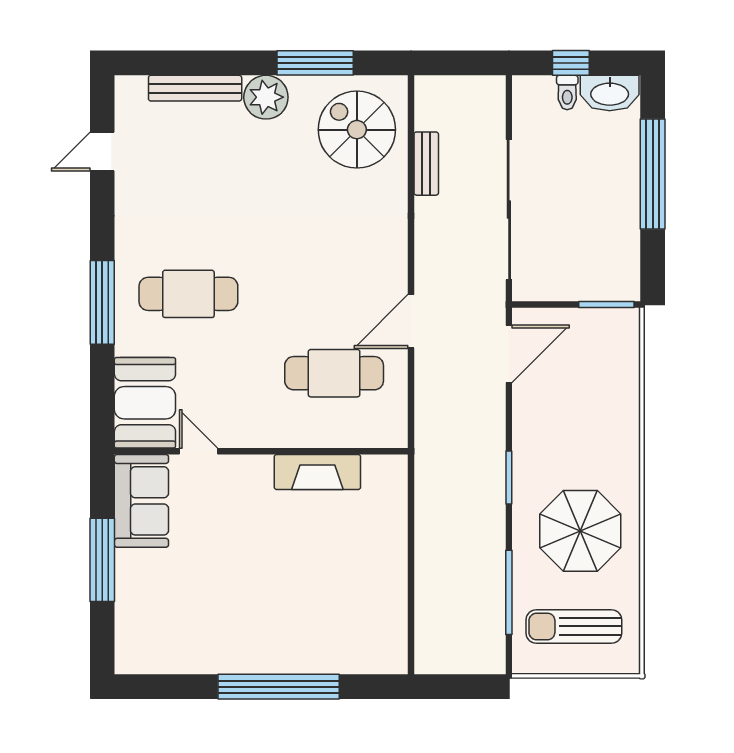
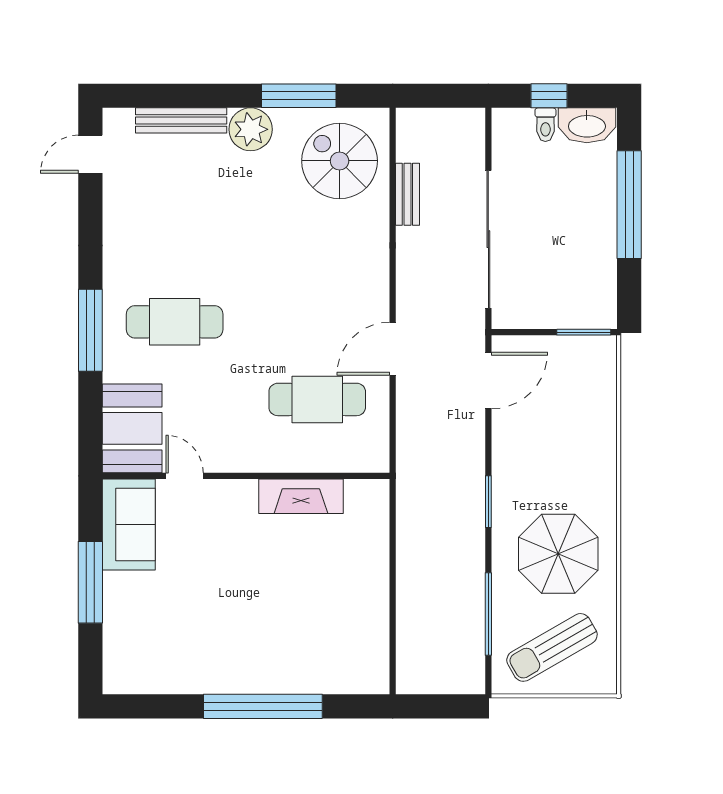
door: (102, 151) -> (90, 154), moved
sun lounger: (574, 626) -> (552, 647), turned -30

